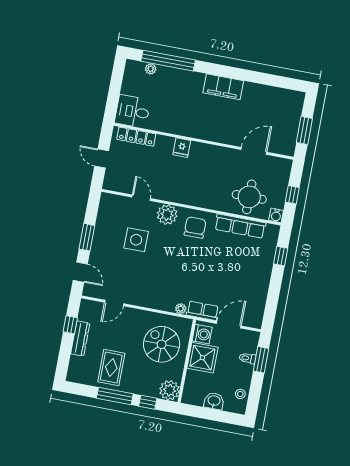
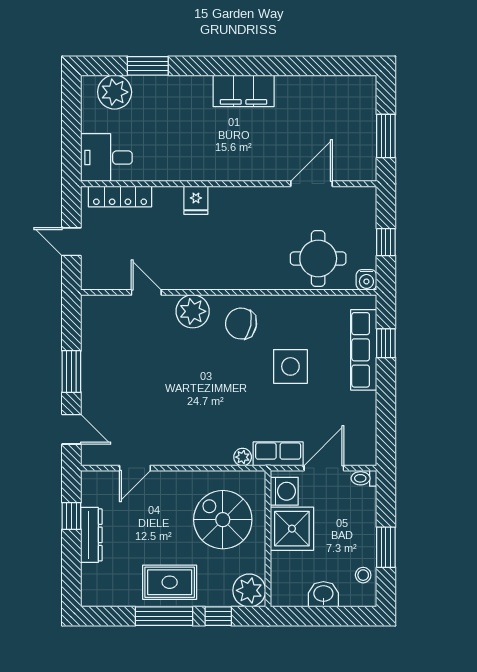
window: (168, 61) -> (148, 66), width x0.47
plant: (151, 69) -> (115, 92), width x1.88, depth x1.88
row of seats: (240, 226) -> (364, 350), moved, turned 90
chair: (195, 228) -> (241, 324), turned -79
side table: (136, 240) -> (290, 366), moved
toilet: (247, 358) -> (364, 478), moved
window: (261, 360) -> (386, 547), moved
rug: (111, 368) -> (170, 582), moved, turned 90

